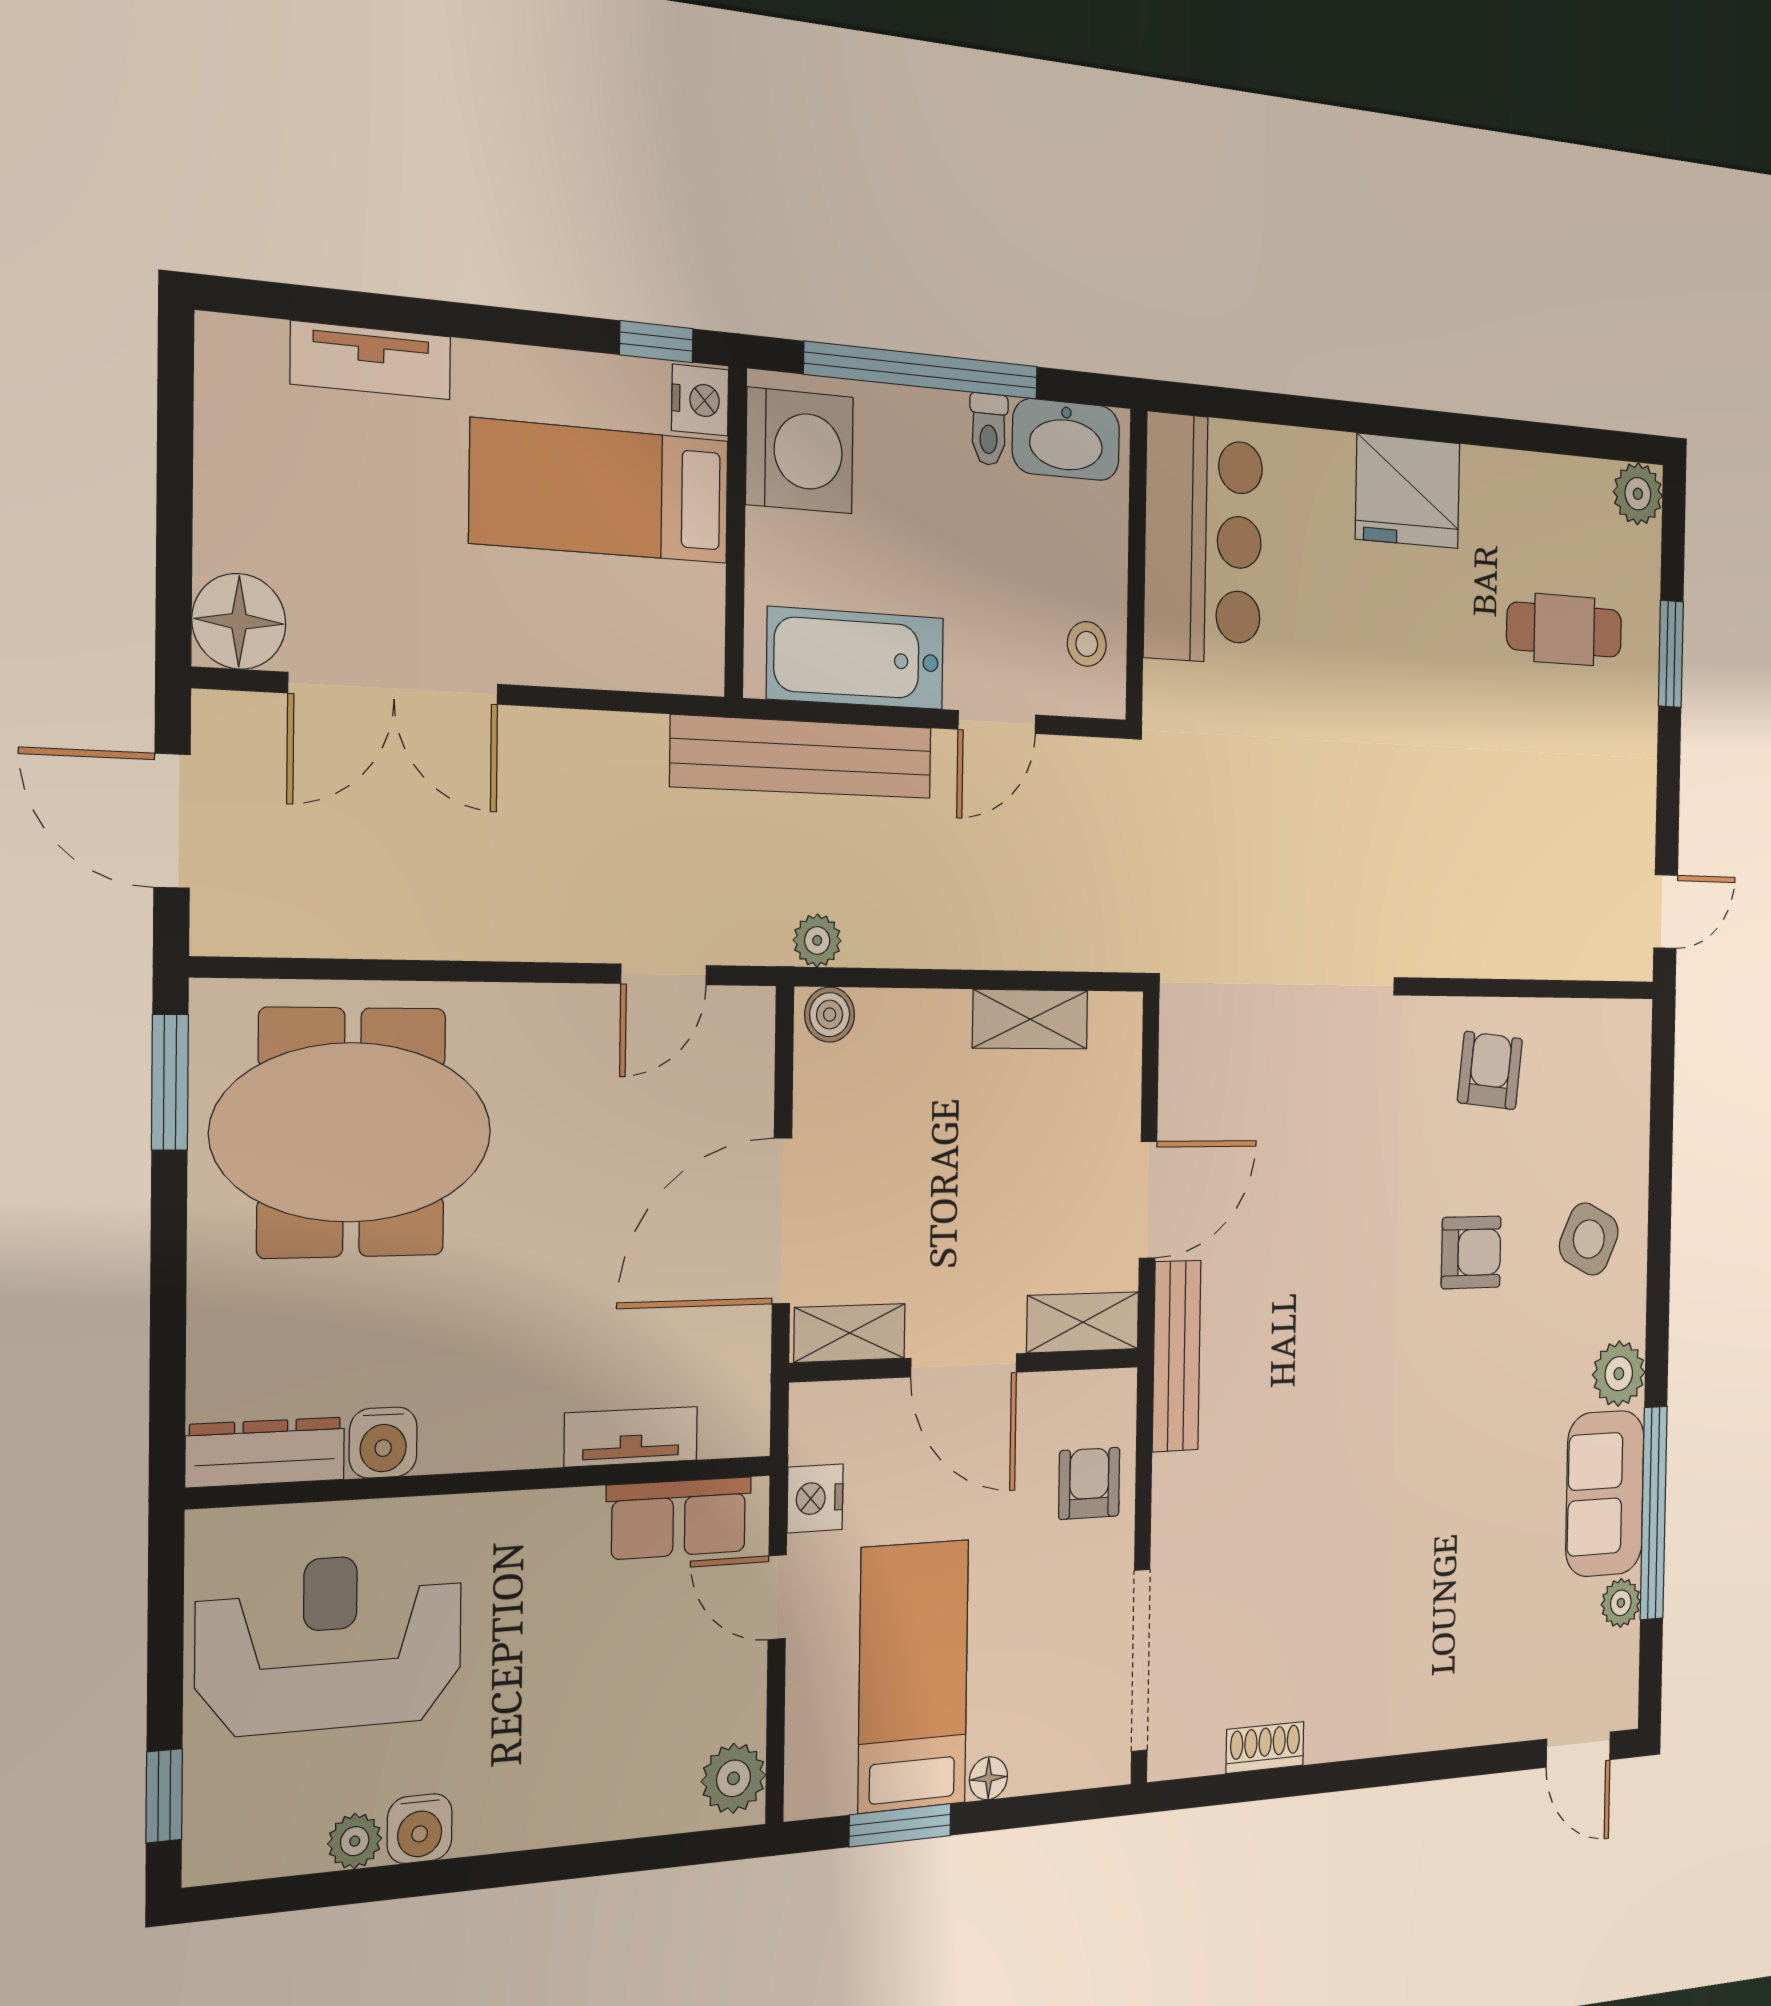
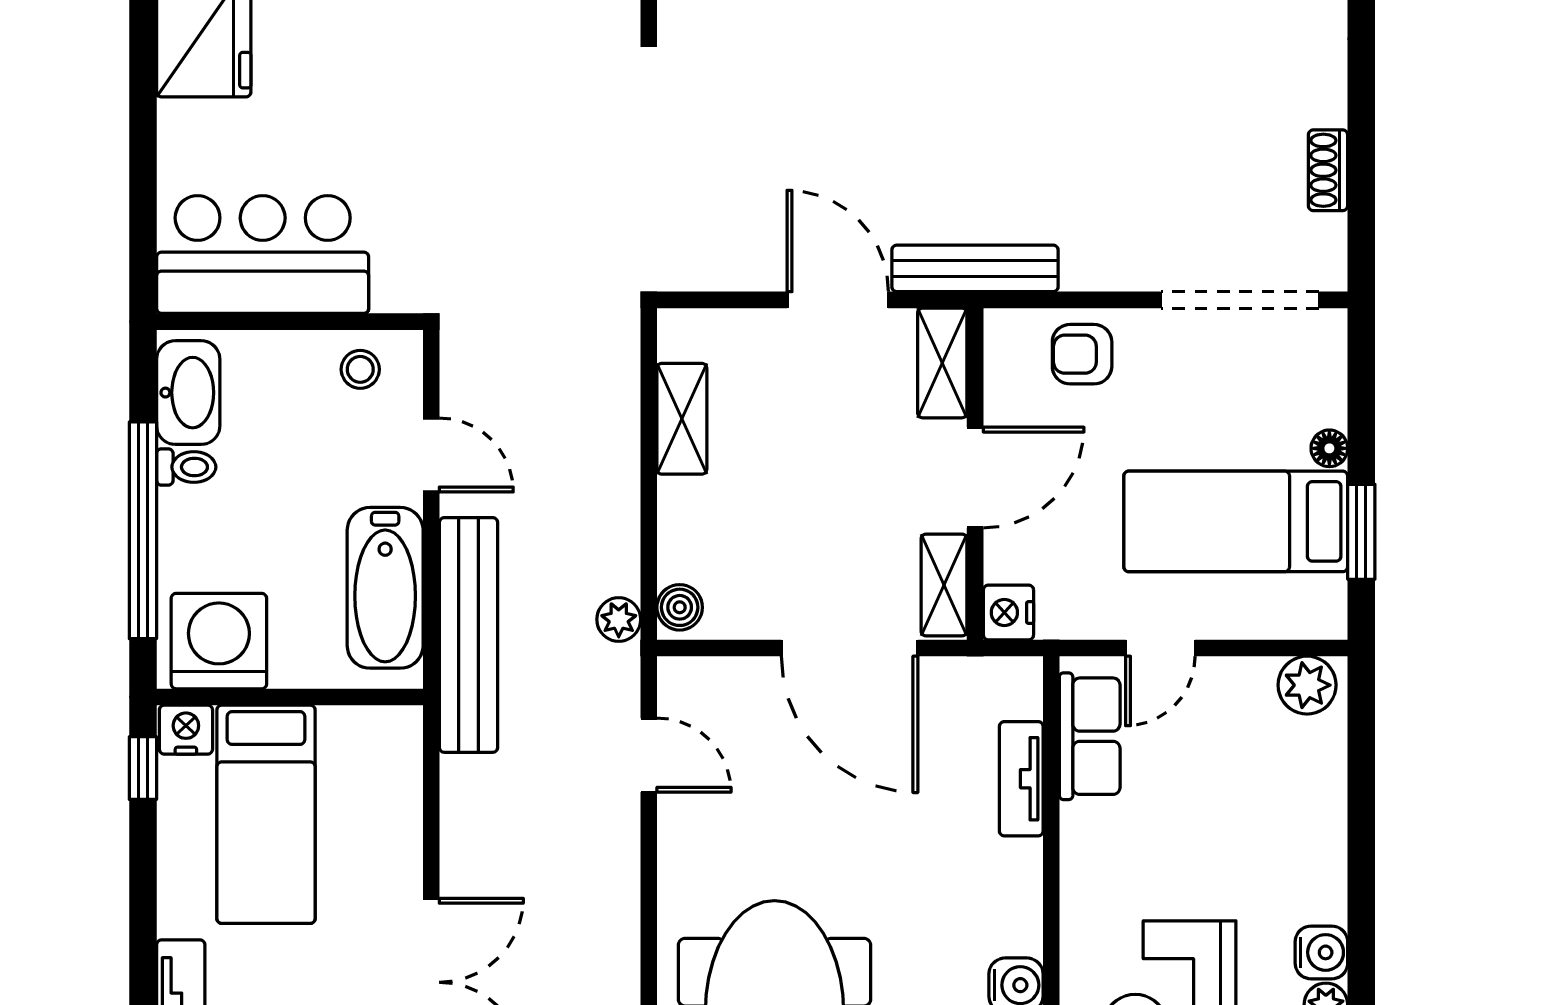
nightstand: (815, 1498) -> (1008, 612), moved, turned 90

